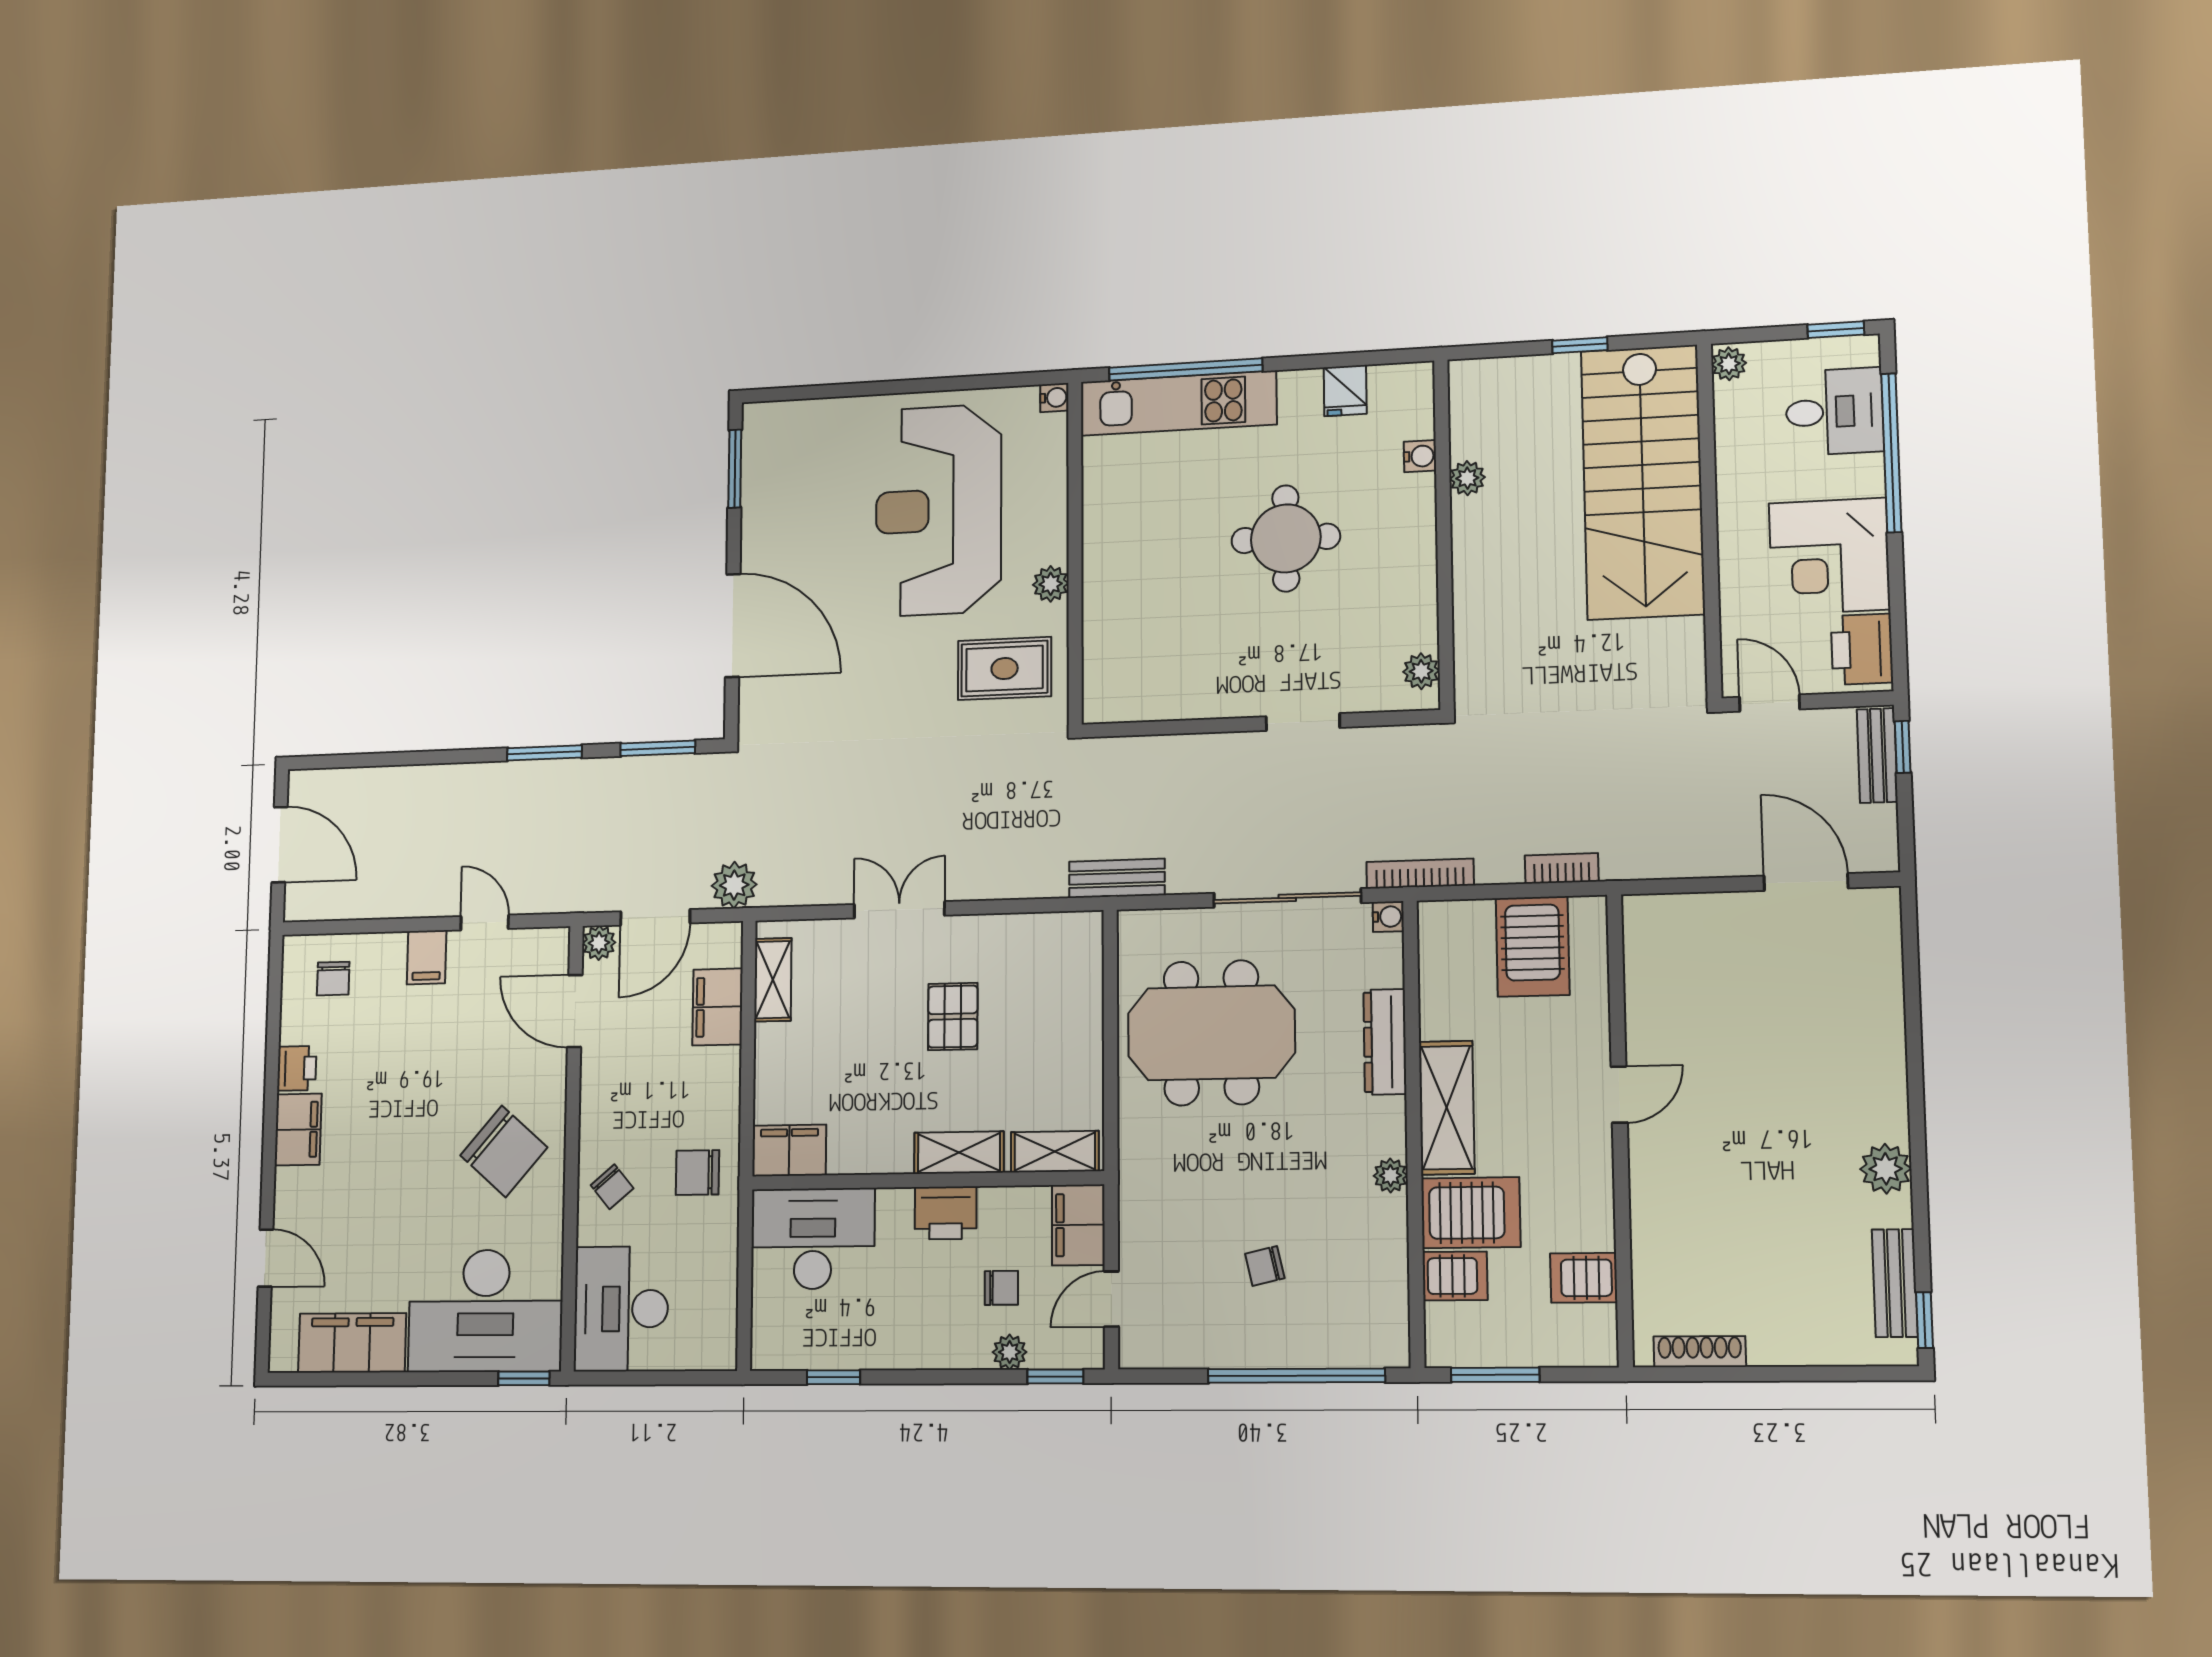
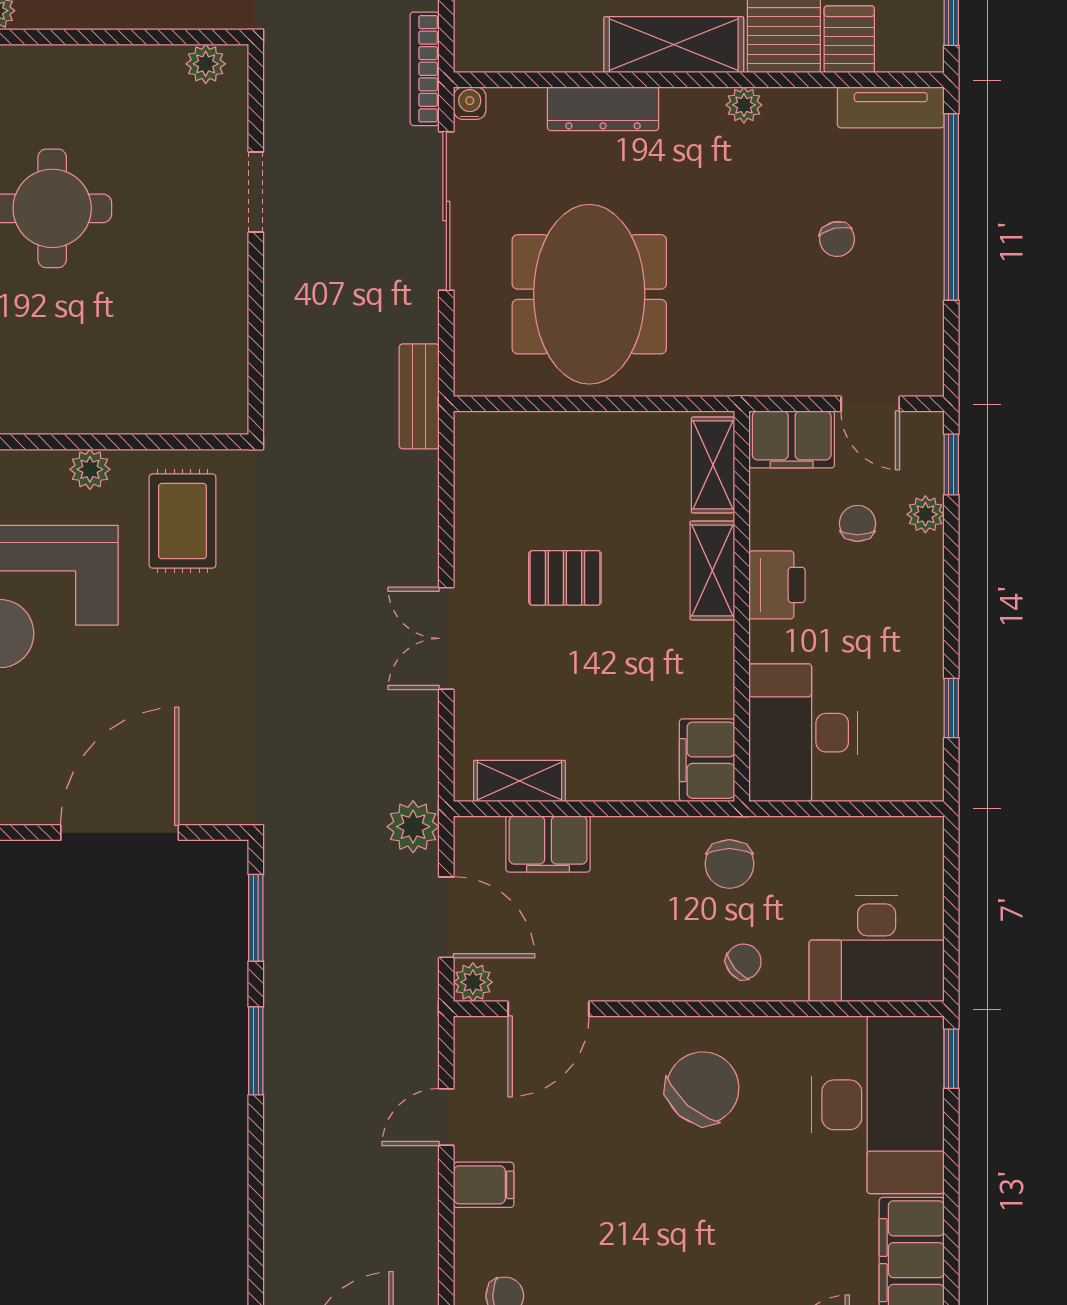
tv unit: (1390, 1317) -> (891, 107), added

